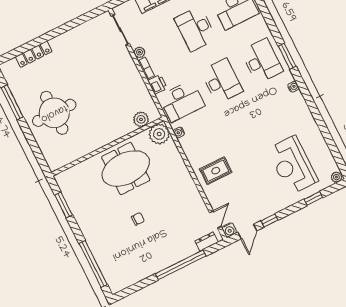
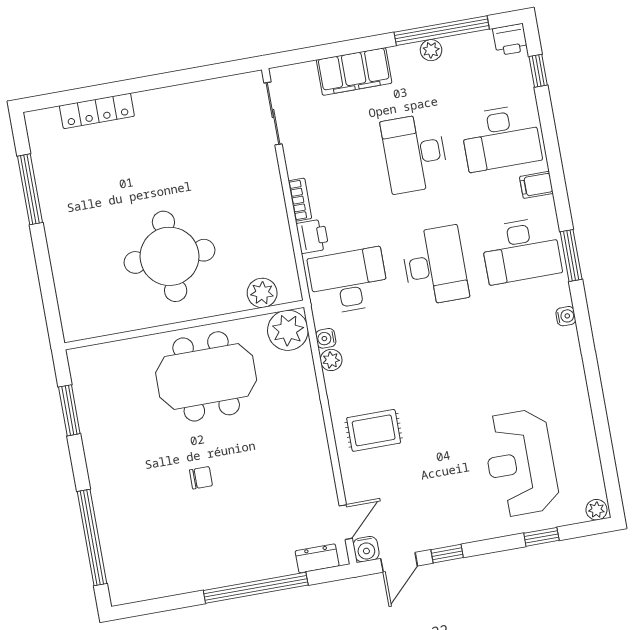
filing cabinet: (260, 27) -> (536, 185), added
plant: (140, 52) -> (331, 360), moved
desk: (262, 61) -> (521, 250), turned 90
desk: (182, 101) -> (349, 281), turned 180
round table: (54, 113) -> (170, 256), moved

